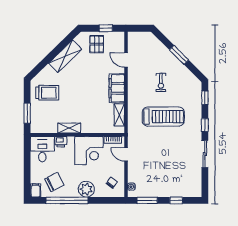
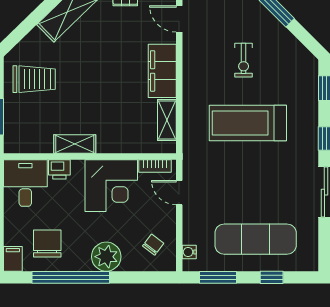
treadmill: (163, 117) -> (248, 123), turned 180
exercise mat: (167, 180) -> (256, 239), added
chair: (54, 182) -> (47, 243), turned -63

